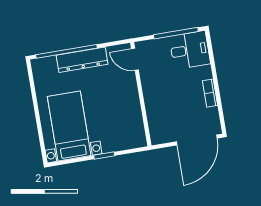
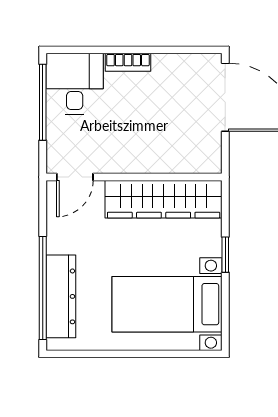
dresser: (82, 60) -> (61, 296), moved
bookcase: (210, 93) -> (128, 62), moved
wardrobe: (131, 114) -> (164, 199), added

